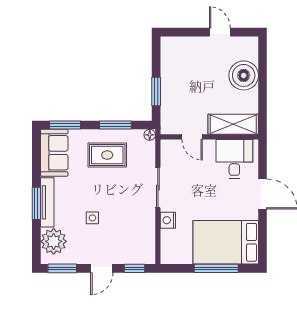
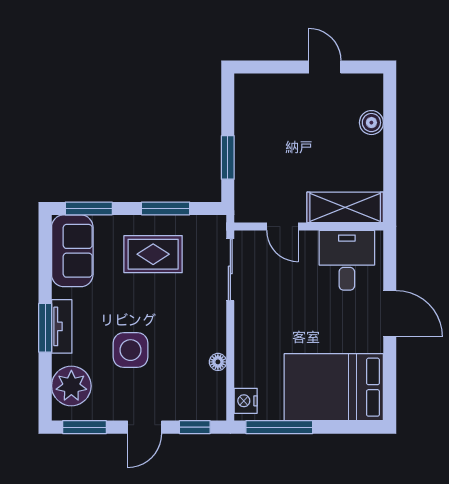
boiler: (244, 75) -> (371, 123), width x0.54, depth x0.54
floor lamp: (150, 135) -> (218, 362), moved
sliding door: (158, 188) -> (230, 270), moved
tv unit: (47, 202) -> (62, 326), width x0.71
side table: (92, 218) -> (130, 350), width x1.87, depth x1.87
nightstand: (168, 220) -> (246, 401), moved
window: (216, 268) -> (279, 427), moved

